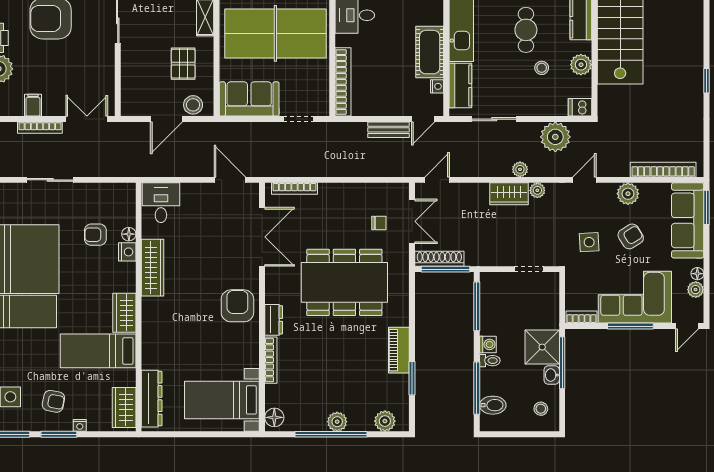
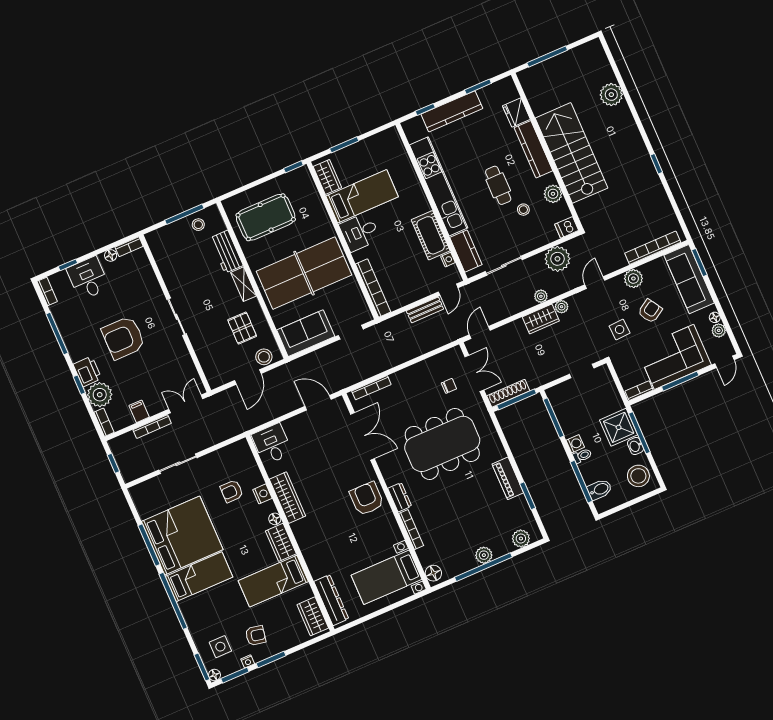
floor lamp: (129, 234) -> (275, 519), moved
stool: (541, 409) -> (638, 476), width x1.89, depth x1.89
nightstand: (80, 425) -> (248, 661), moved

